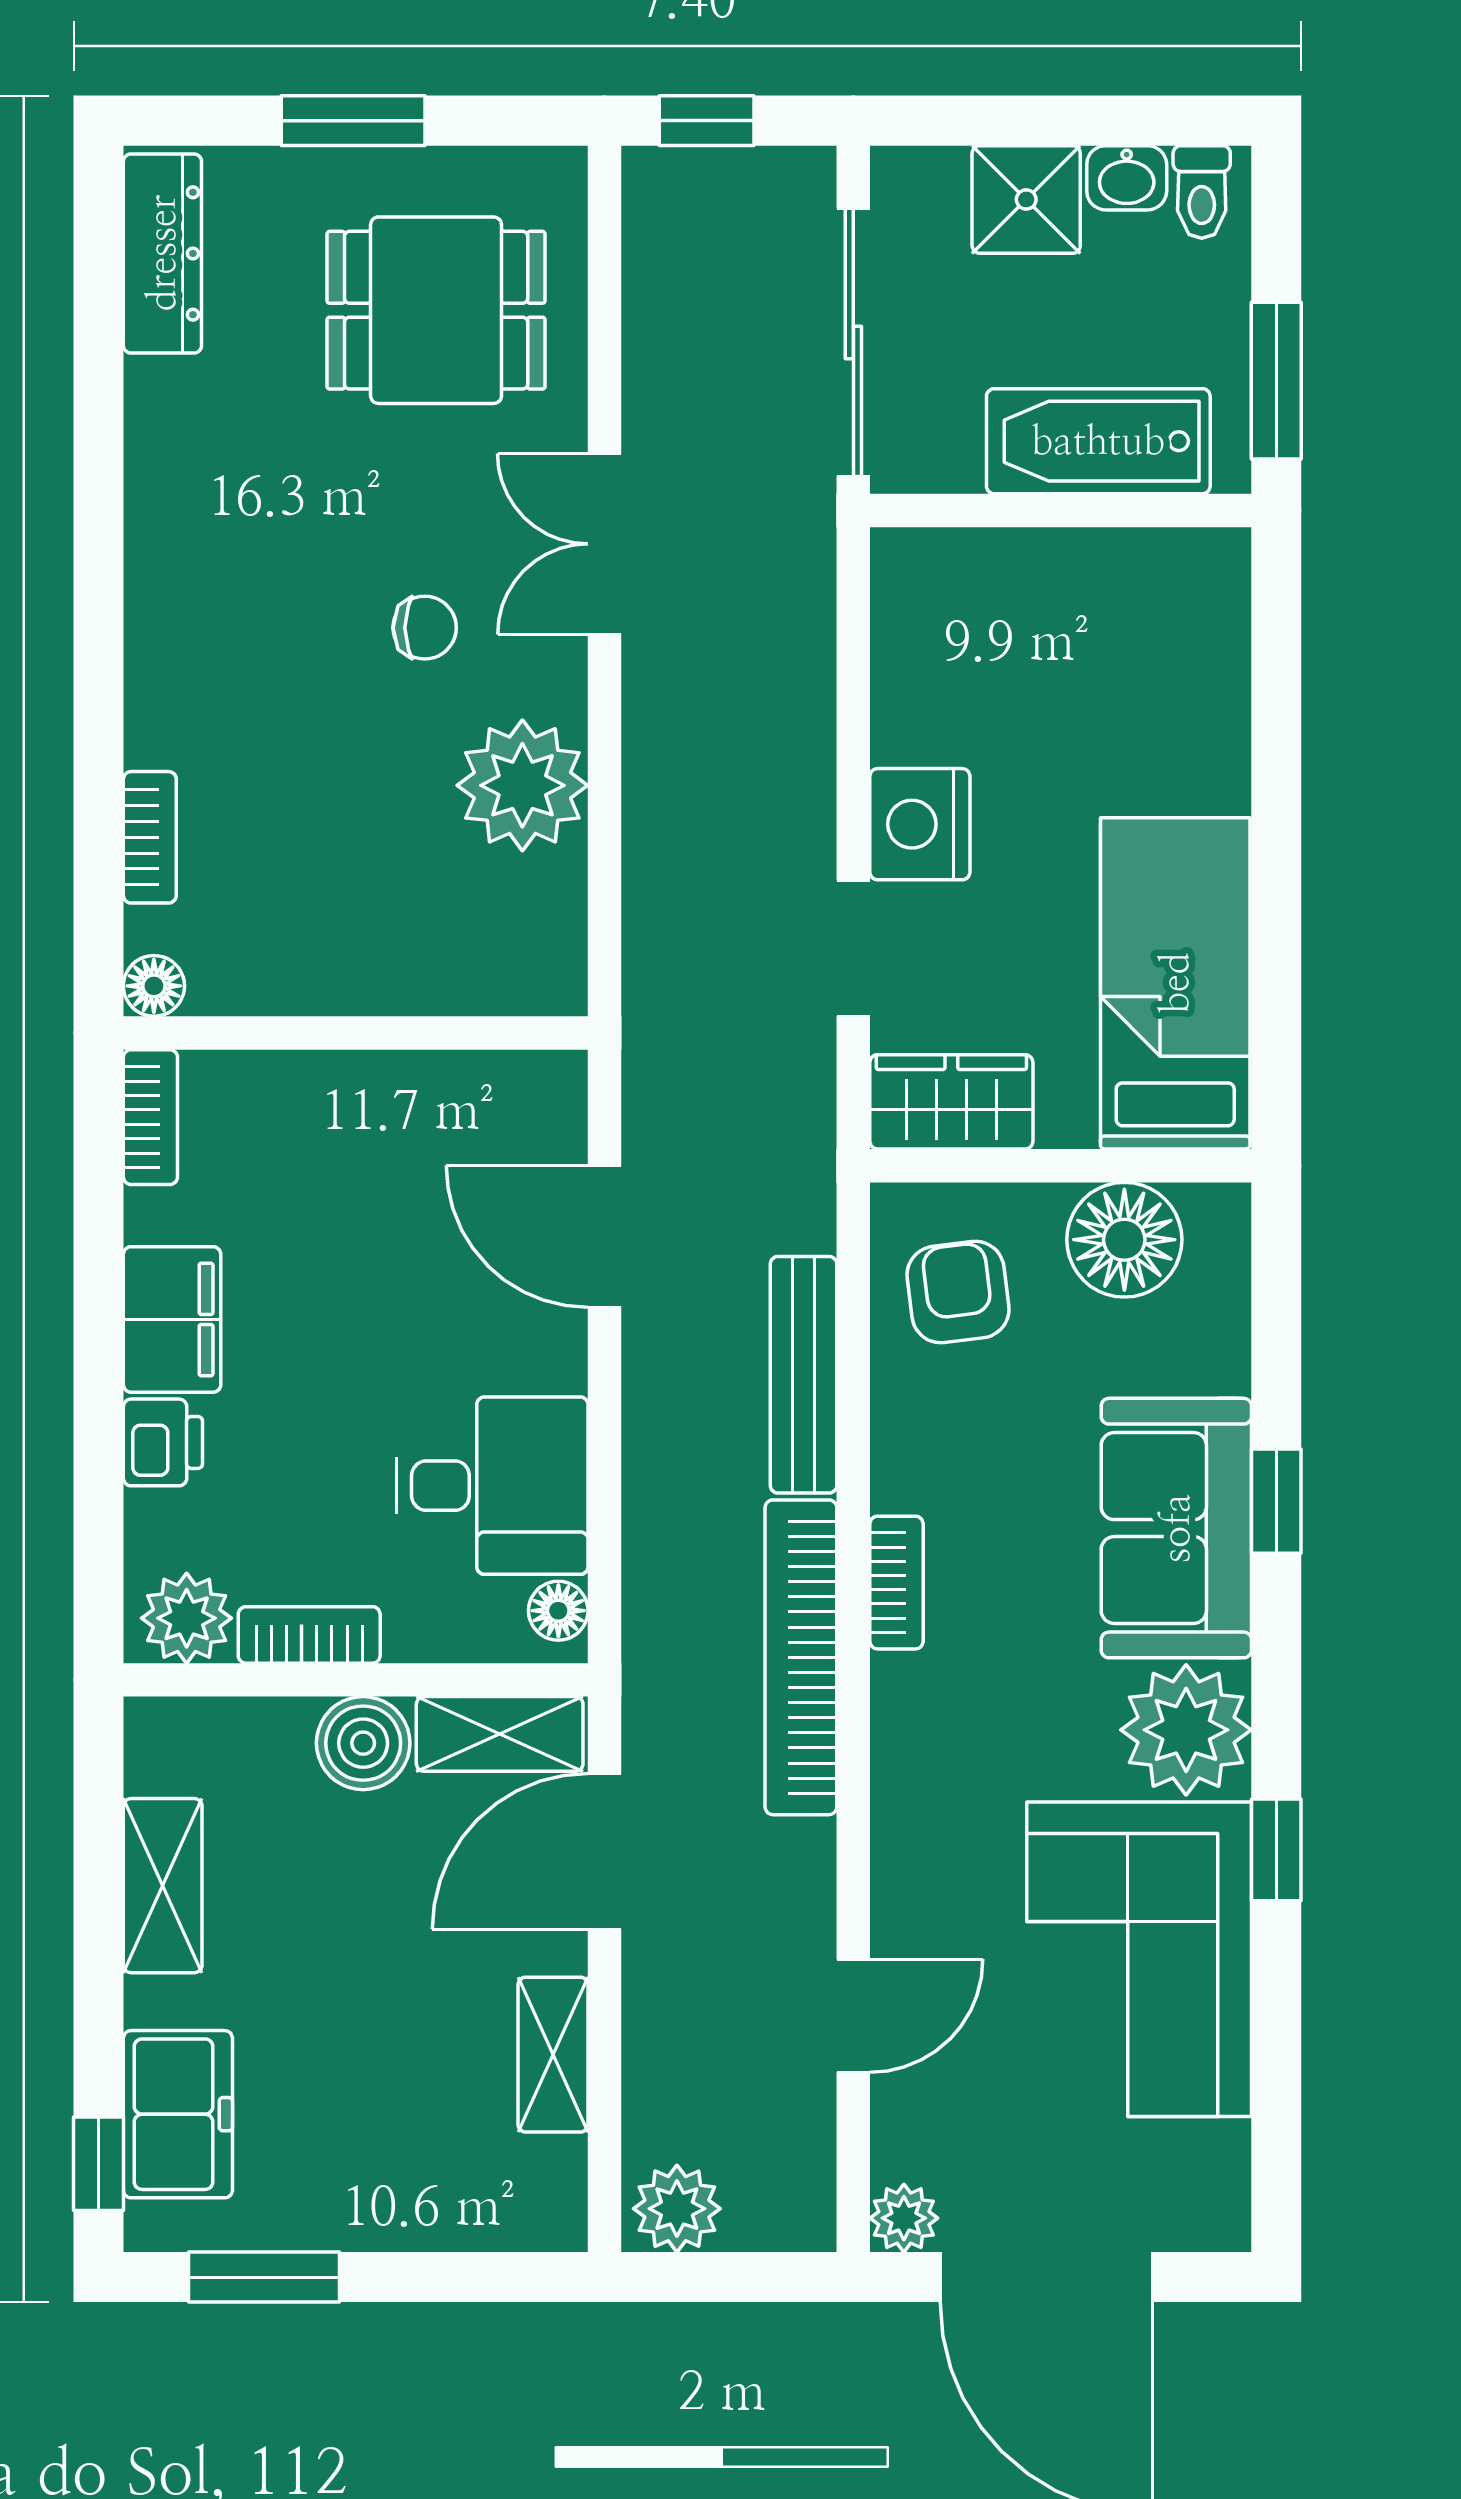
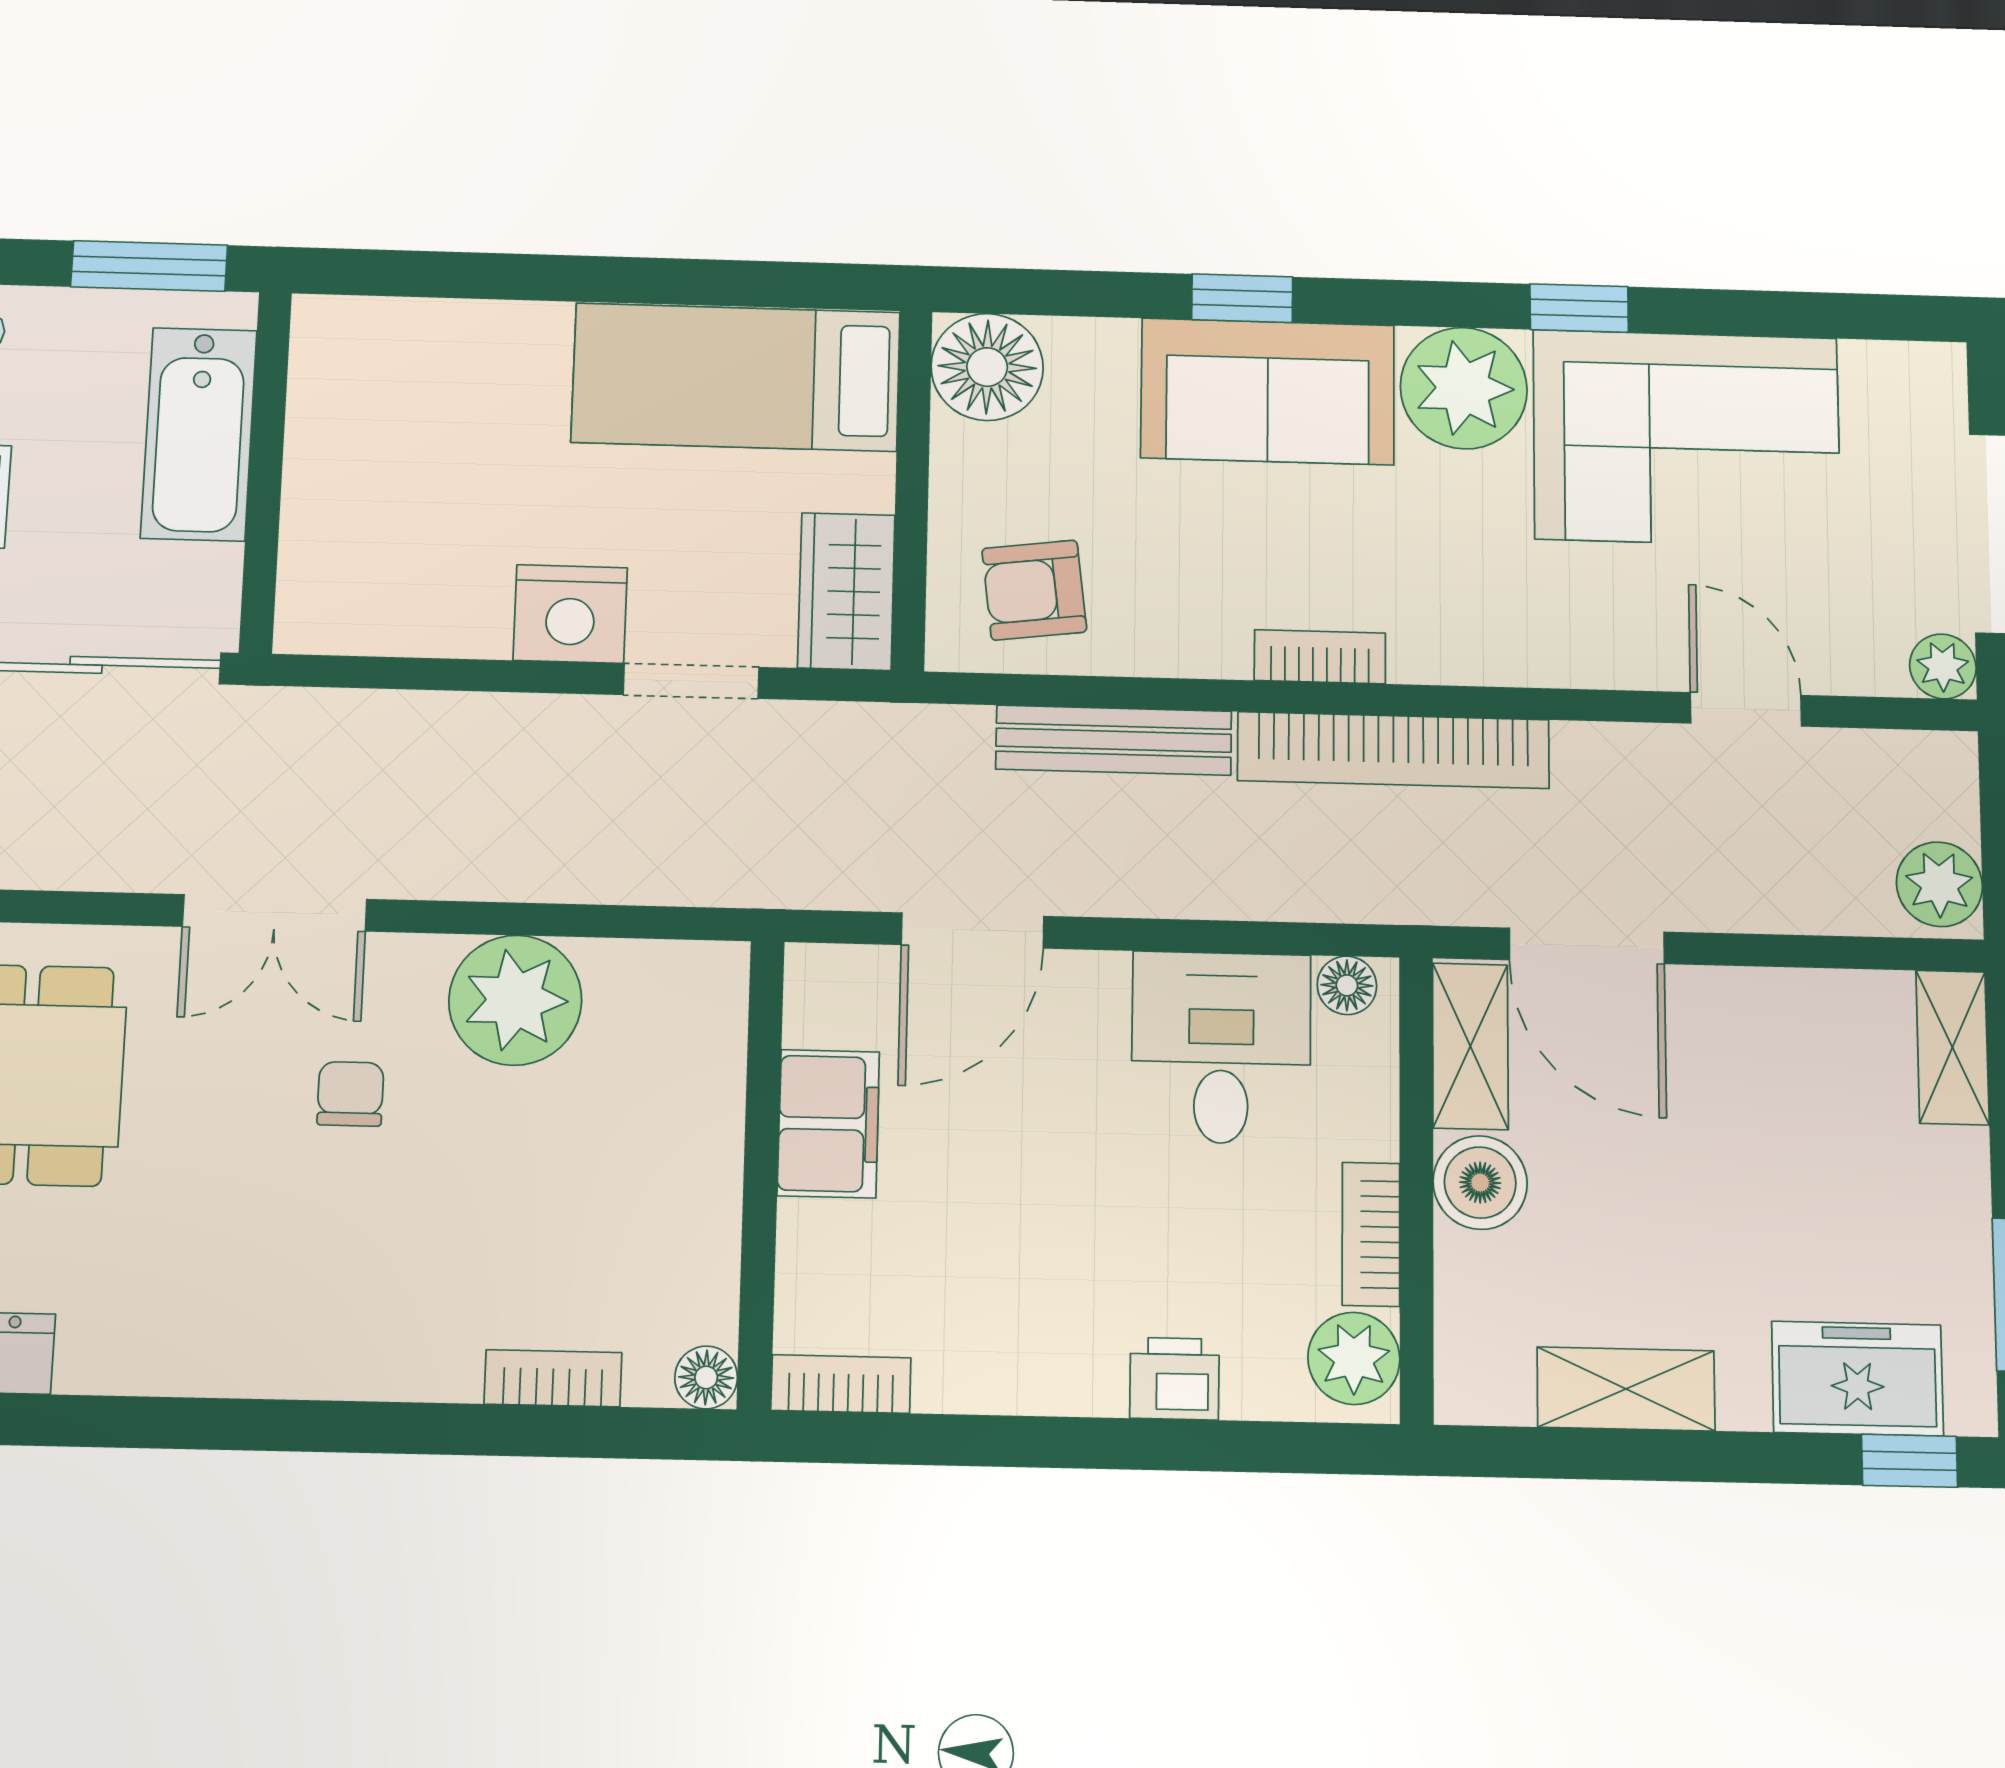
floor lamp: (1124, 1240) -> (987, 367), moved
filing cabinet: (172, 1319) -> (828, 1124), moved, turned 90
shelving: (553, 2055) -> (1952, 1048), moved, turned 90

